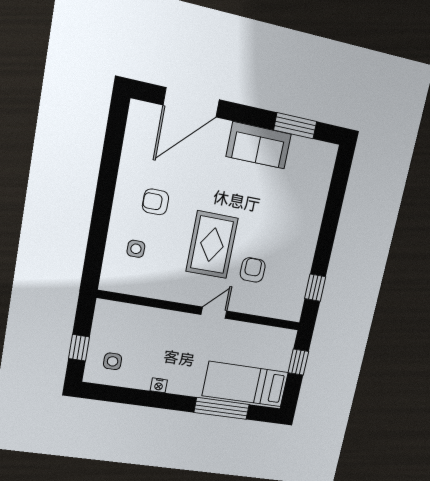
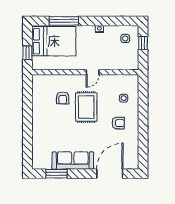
sofa: (259, 145) -> (73, 161), width x1.36
window: (315, 288) -> (27, 94), removed
door: (214, 313) -> (93, 72), moved
bed: (245, 384) -> (54, 41), width x1.50

